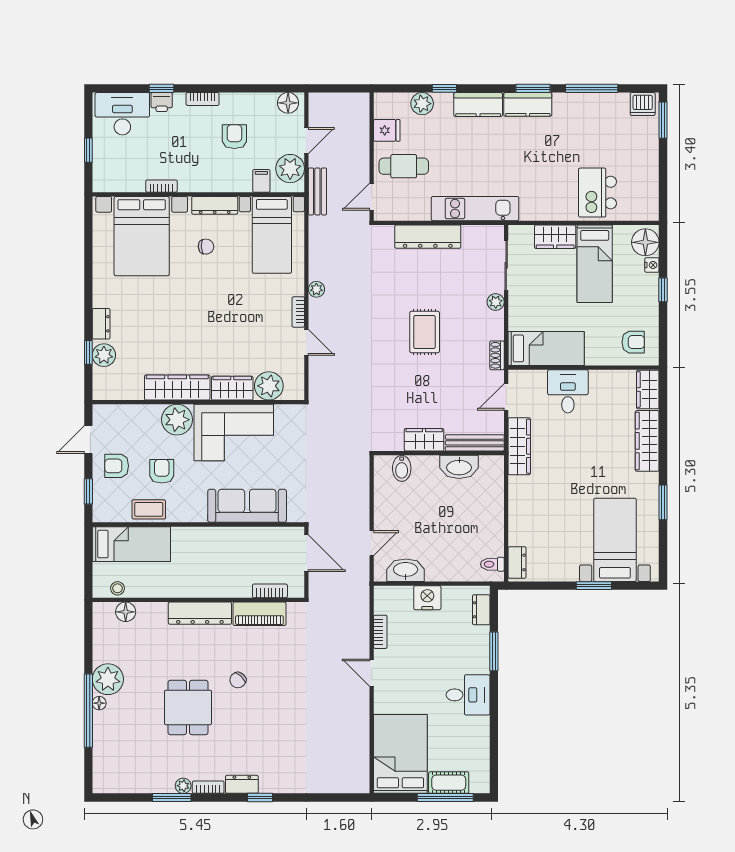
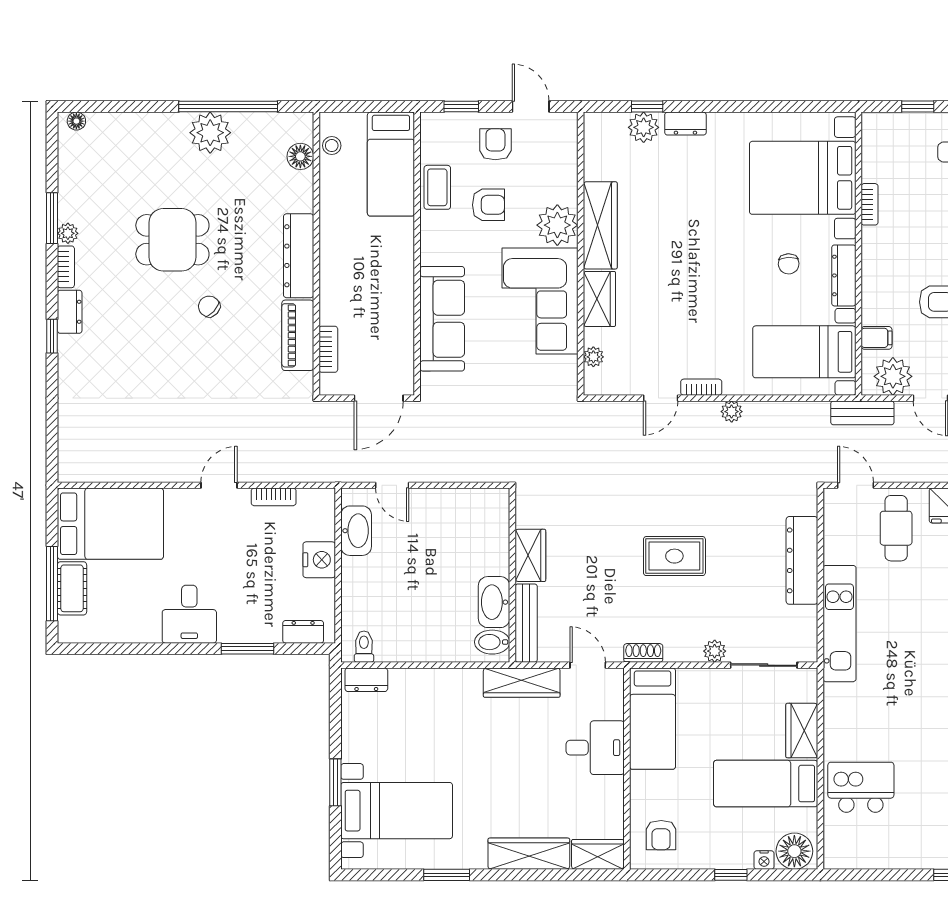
plant: (269, 386) -> (593, 357), width x0.53, depth x0.53
bidet: (402, 468) -> (492, 642), moved
floor lamp: (99, 703) -> (76, 121), moved
window: (88, 711) -> (228, 107), moved

